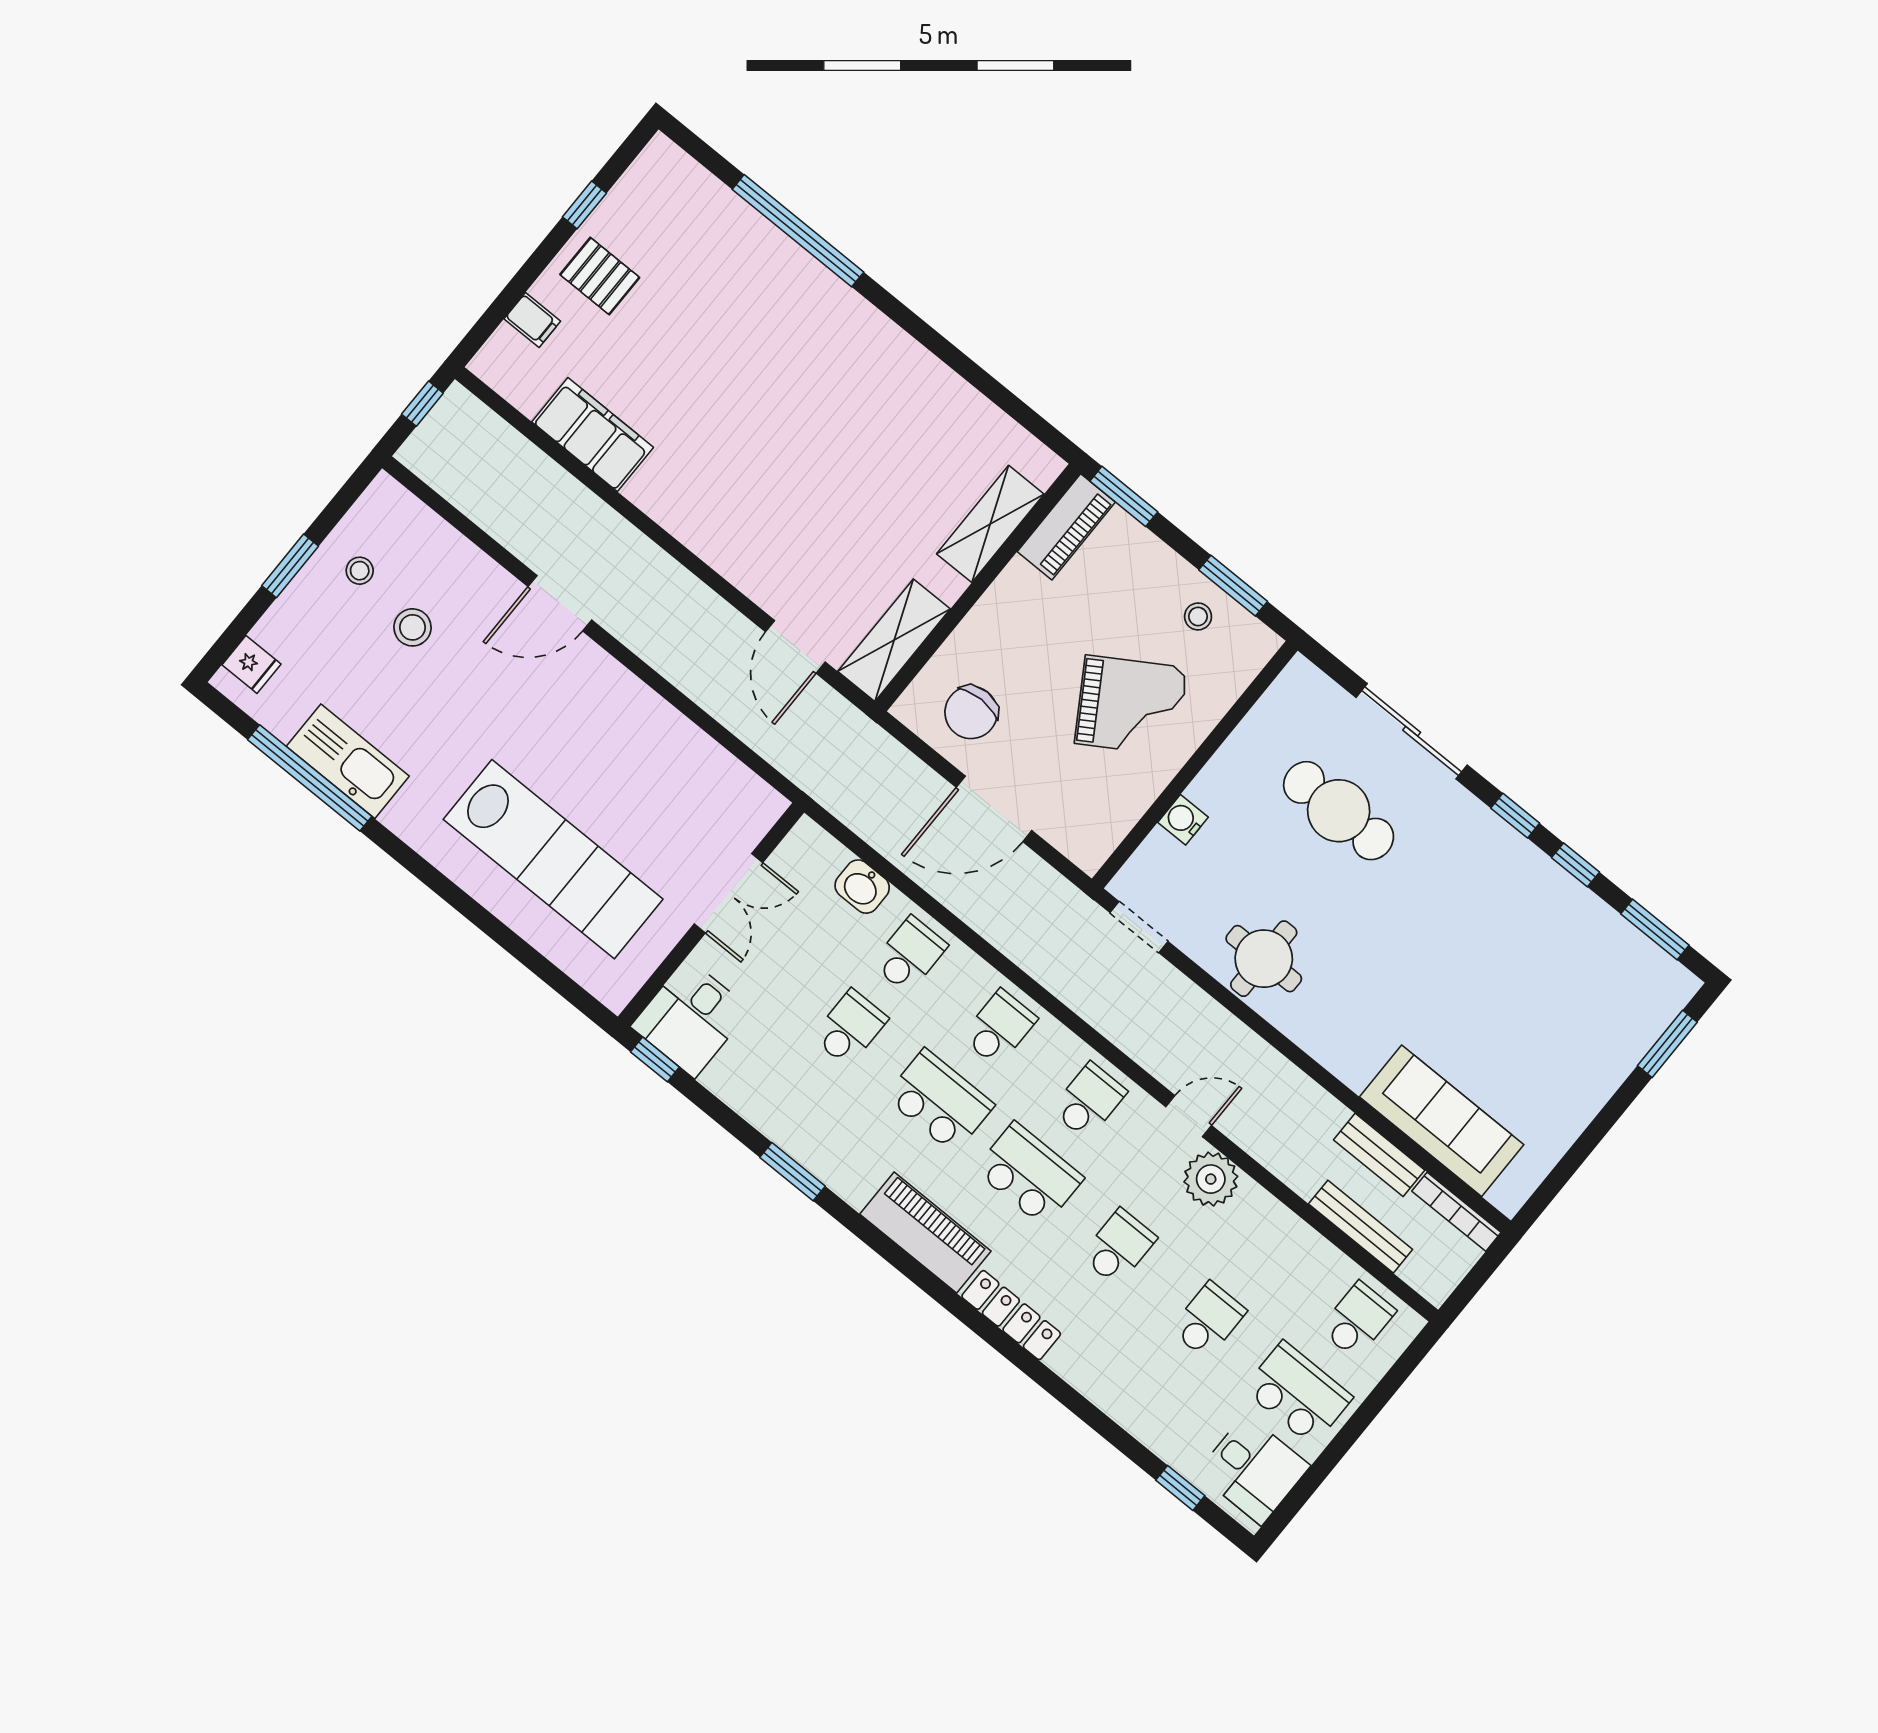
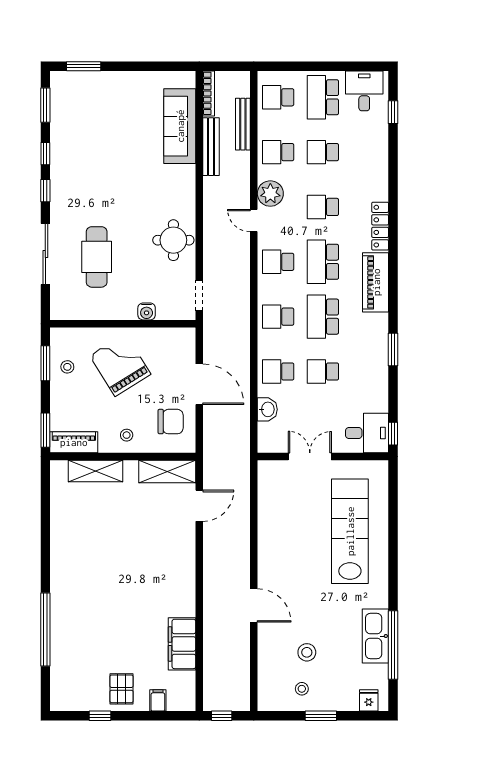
stool: (1008, 622) -> (127, 435), added
bench: (1379, 1155) -> (211, 147), width x1.36
school desk: (1268, 1247) -> (278, 152), added

